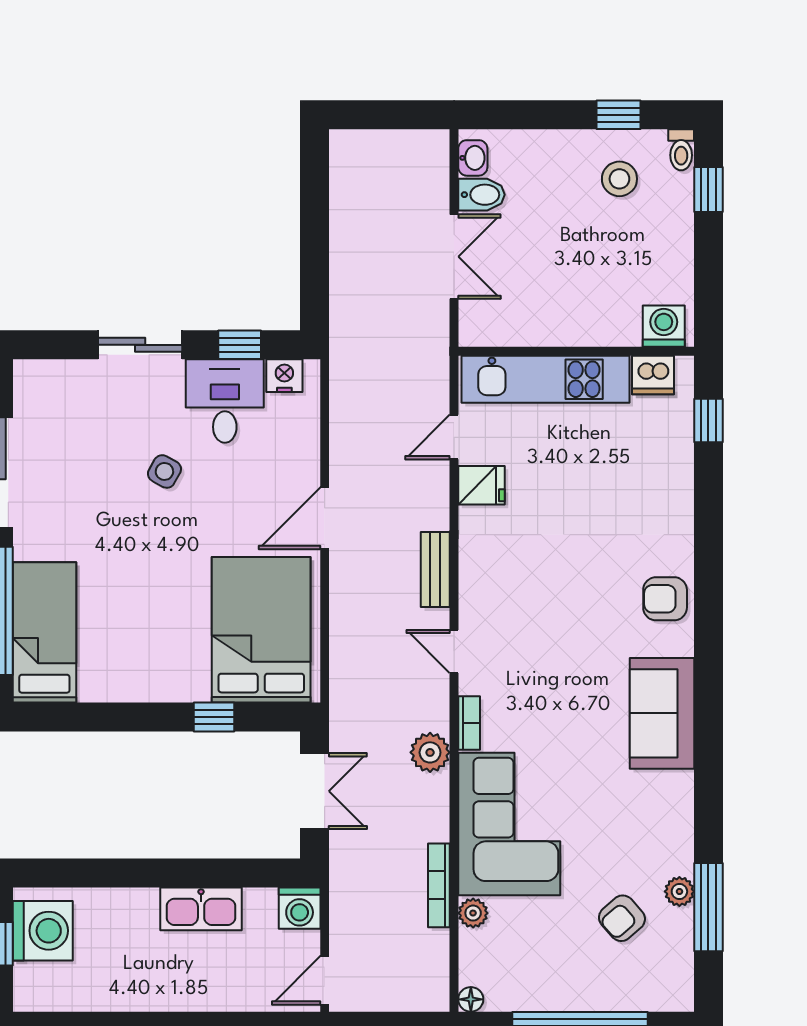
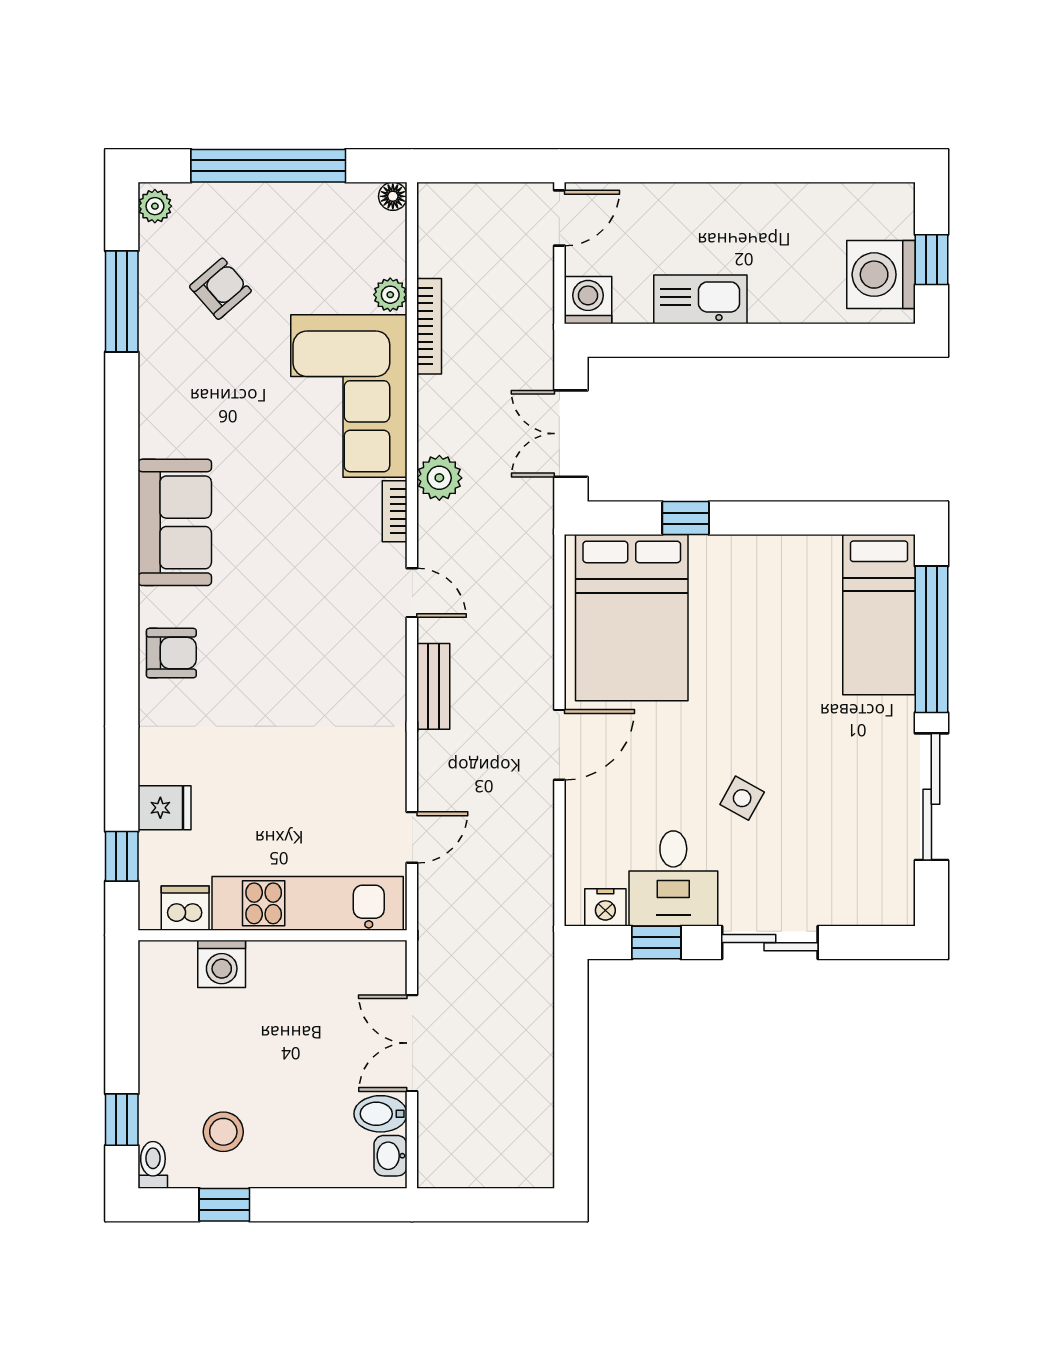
washing machine: (664, 326) -> (222, 964), moved
fridge: (481, 485) -> (165, 808), moved, turned 180
plant: (679, 891) -> (155, 206), moved

